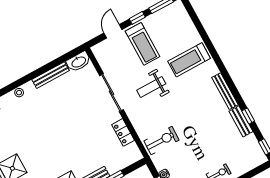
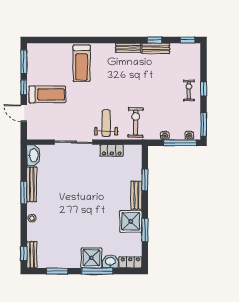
window: (39, 72) -> (24, 192), added
weight bench: (151, 87) -> (106, 123), moved, turned 180
bench: (225, 91) -> (128, 48), width x0.73

